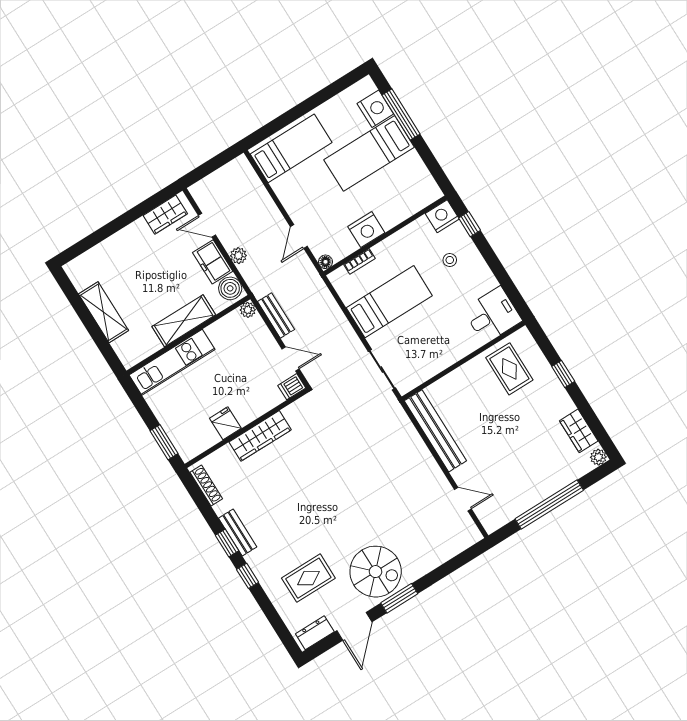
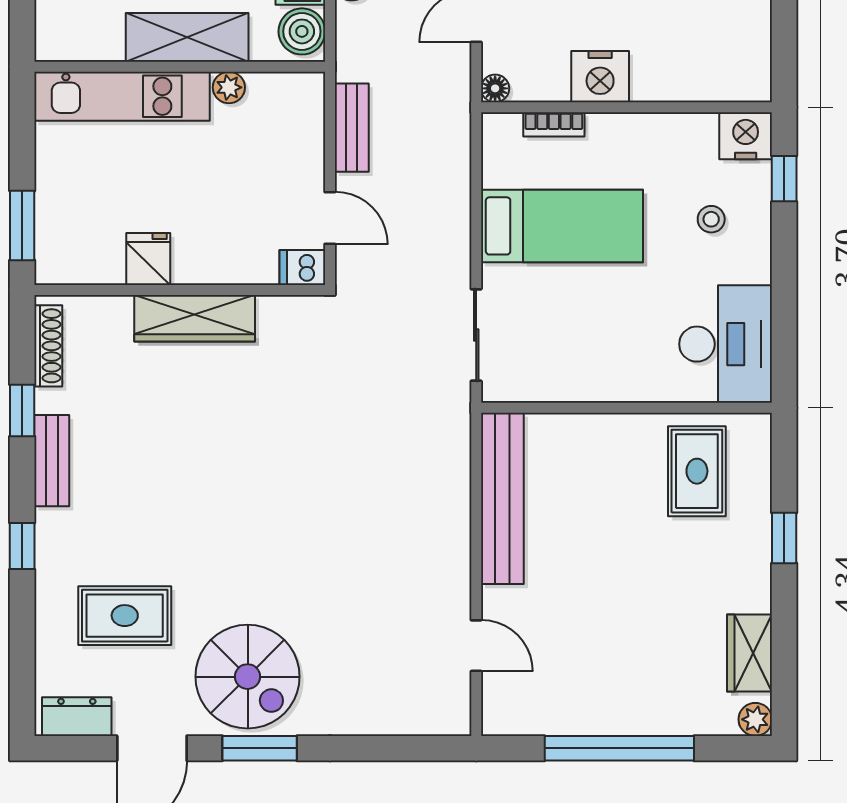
plant: (248, 310) -> (229, 87), moved
desk: (492, 315) -> (726, 344), width x1.37
window: (227, 543) -> (22, 410), moved

